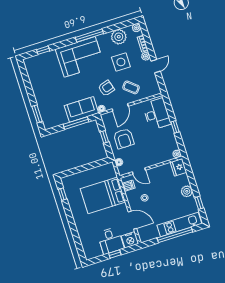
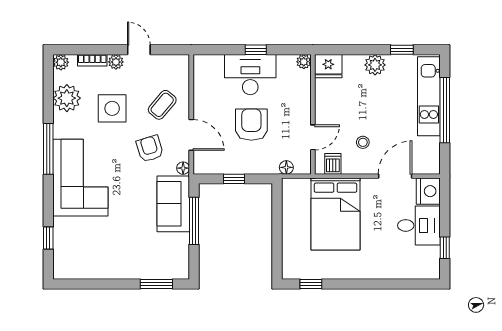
desk: (157, 114) -> (250, 75), moved
armchair: (124, 139) -> (251, 125), moved, turned -90
window: (115, 254) -> (445, 248), moved

